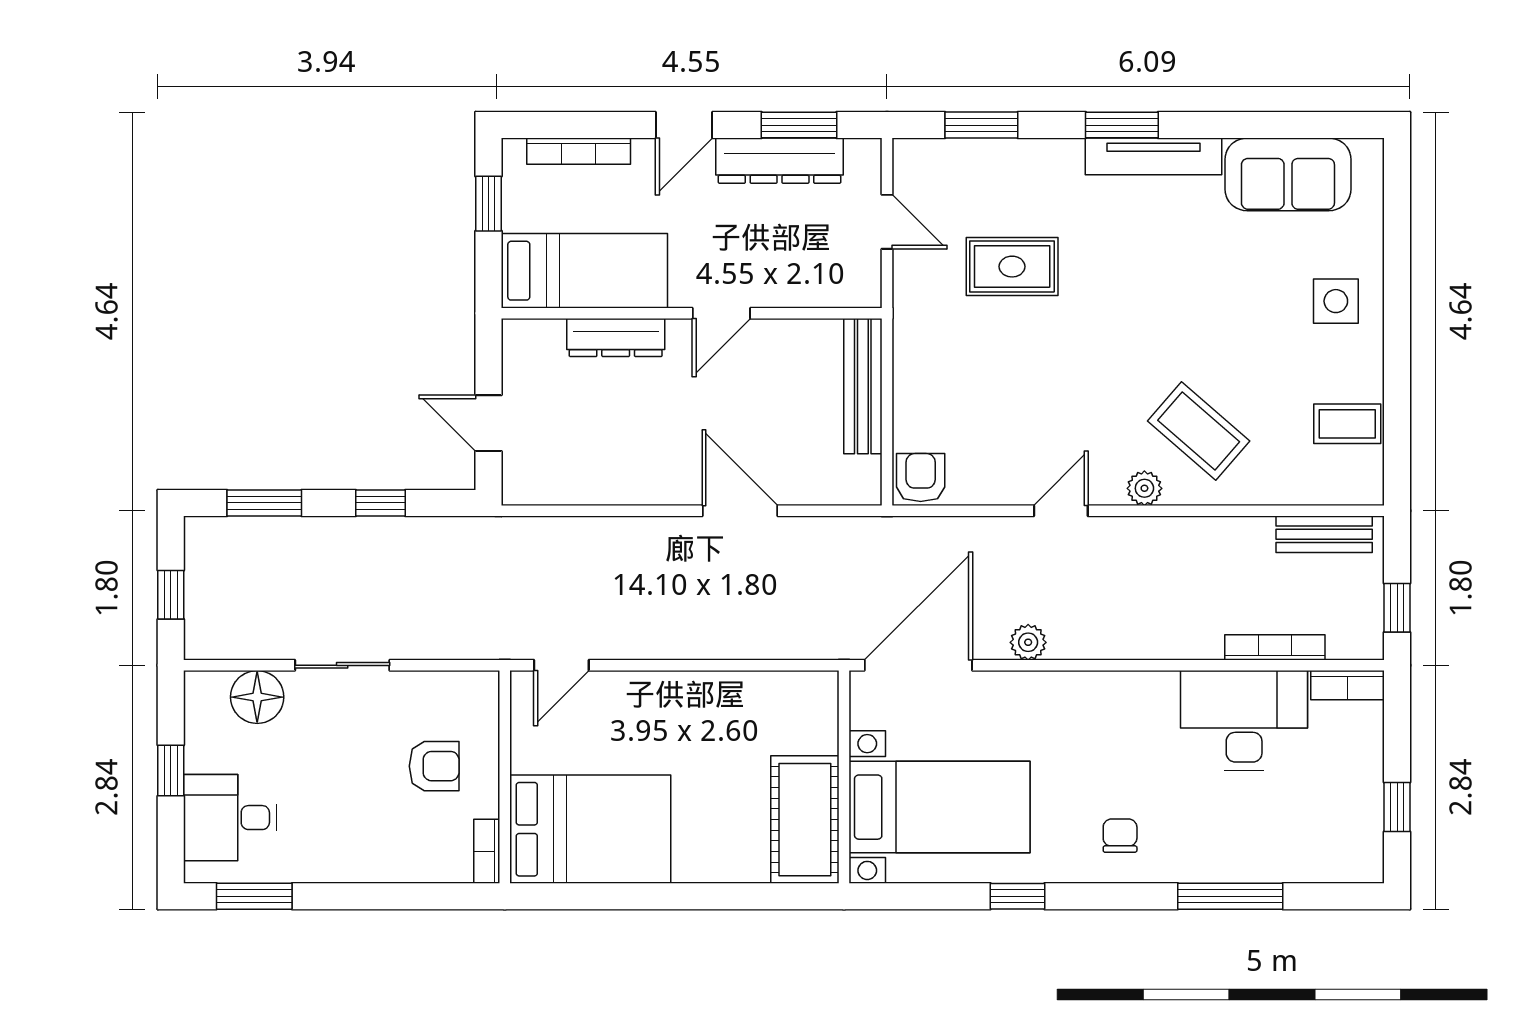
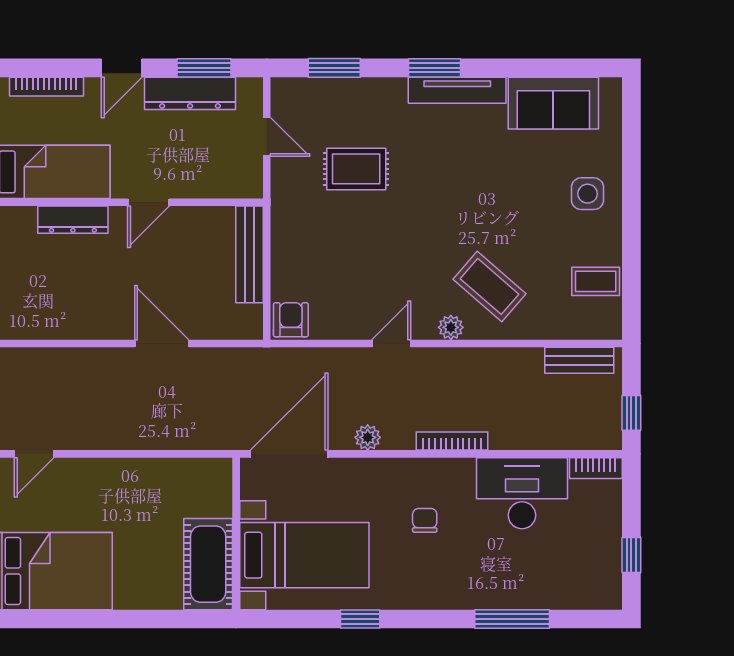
bookcase: (1275, 647) -> (452, 441), moved
chair: (1120, 836) -> (425, 520), moved

